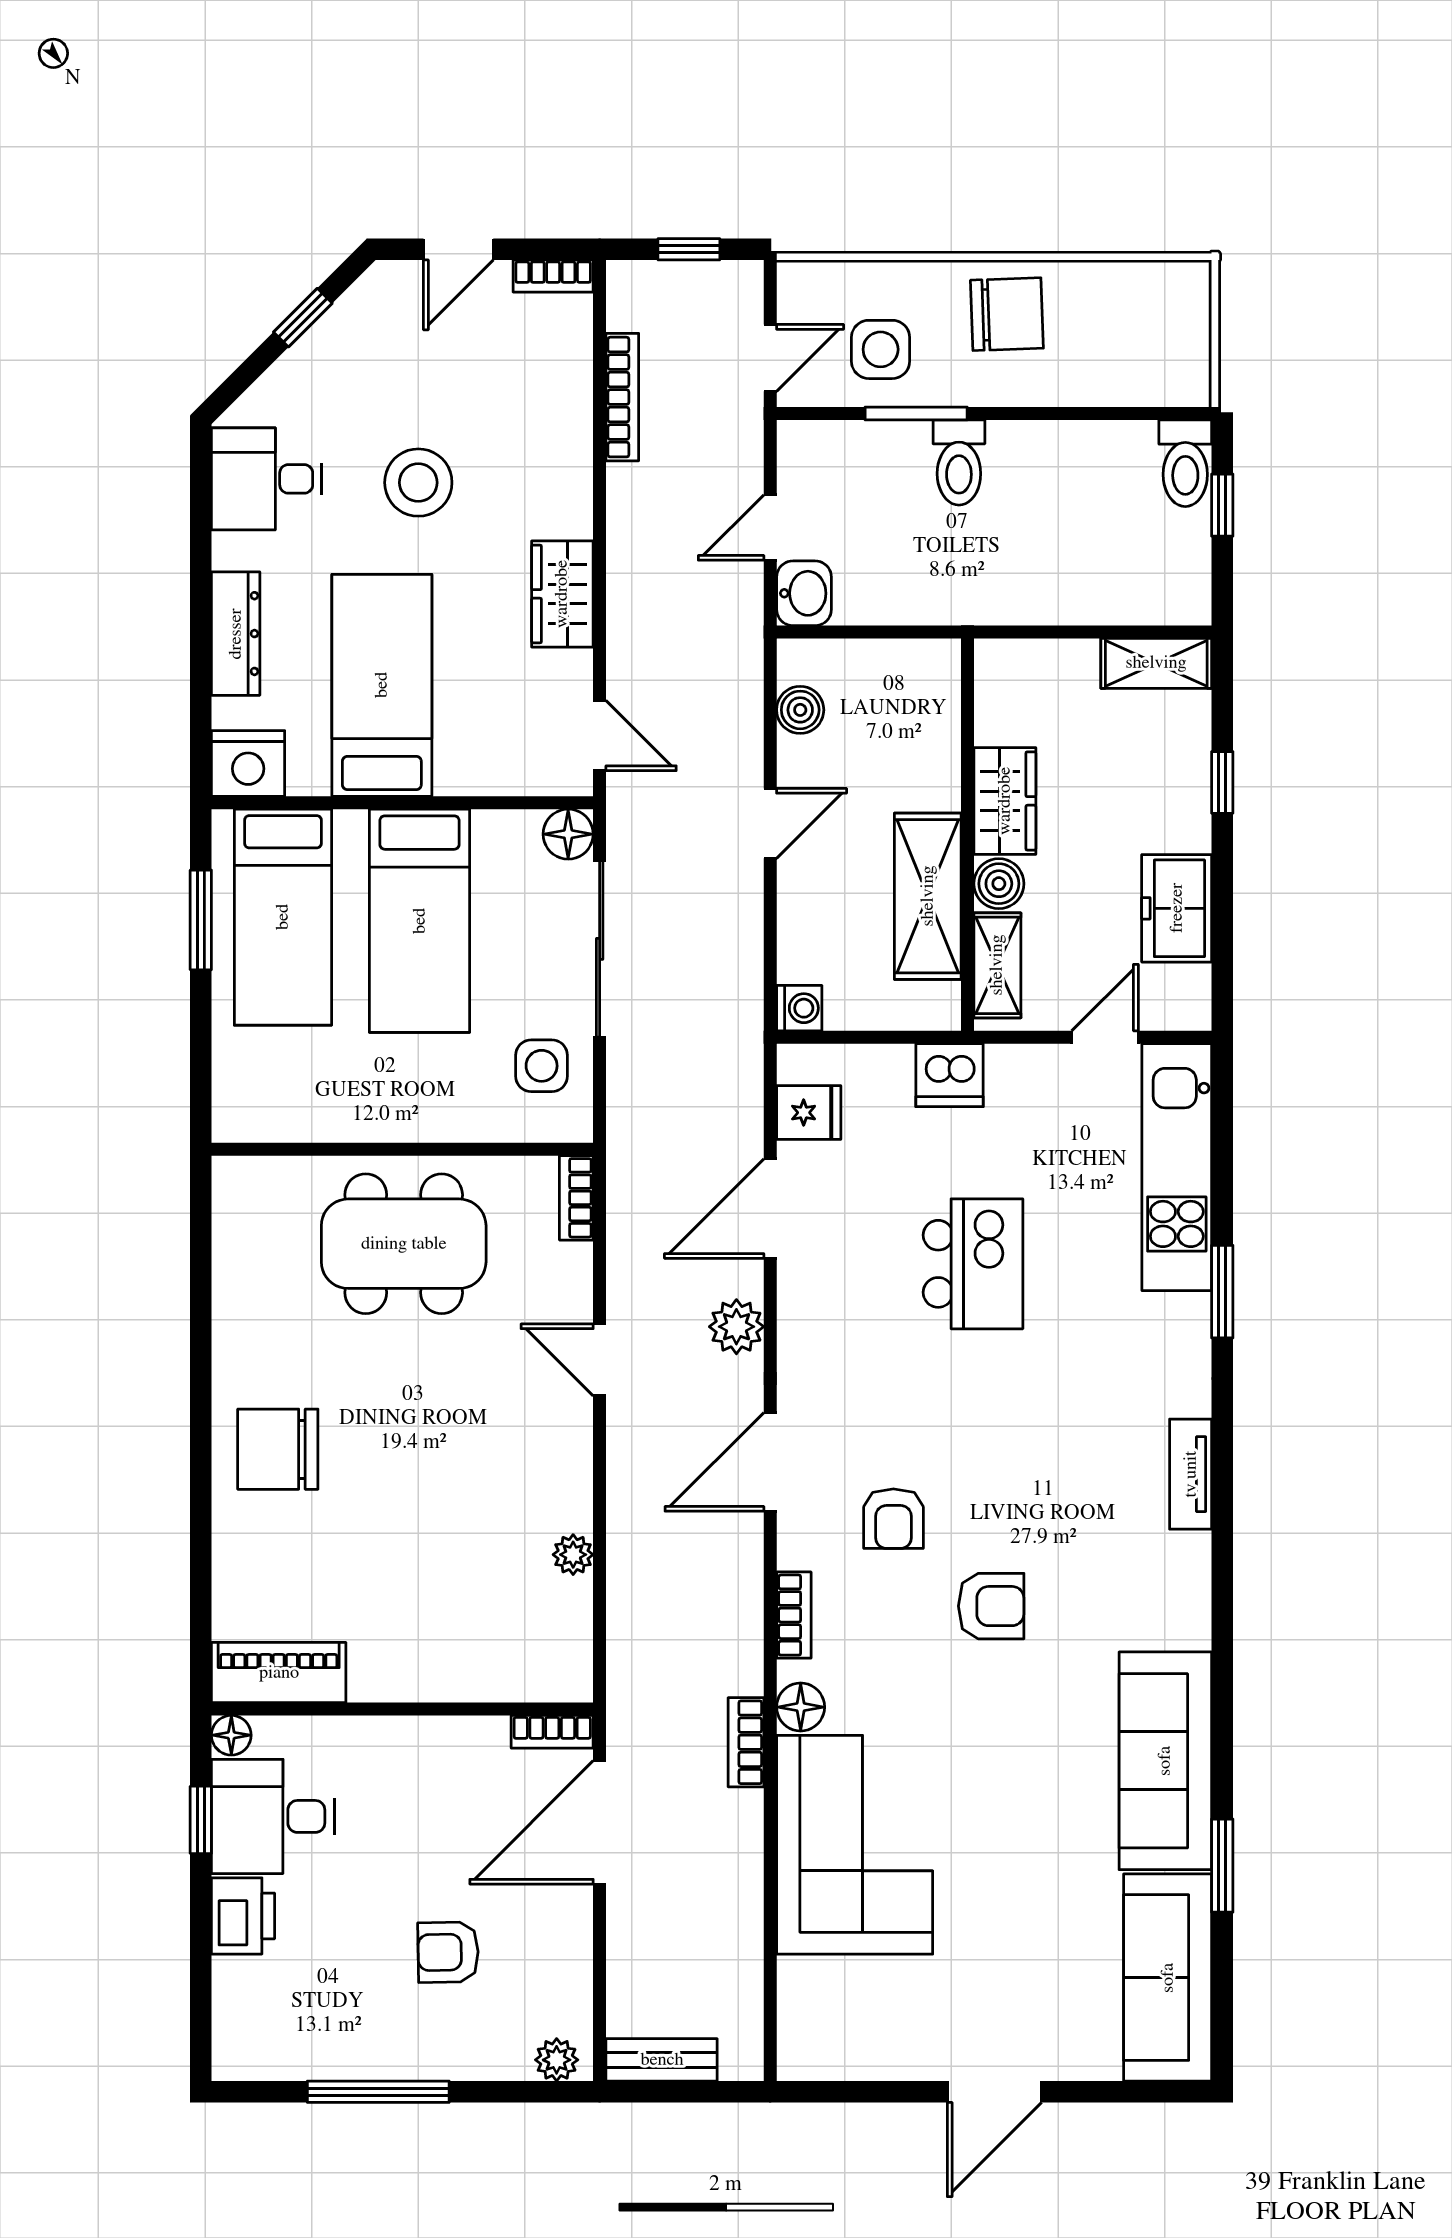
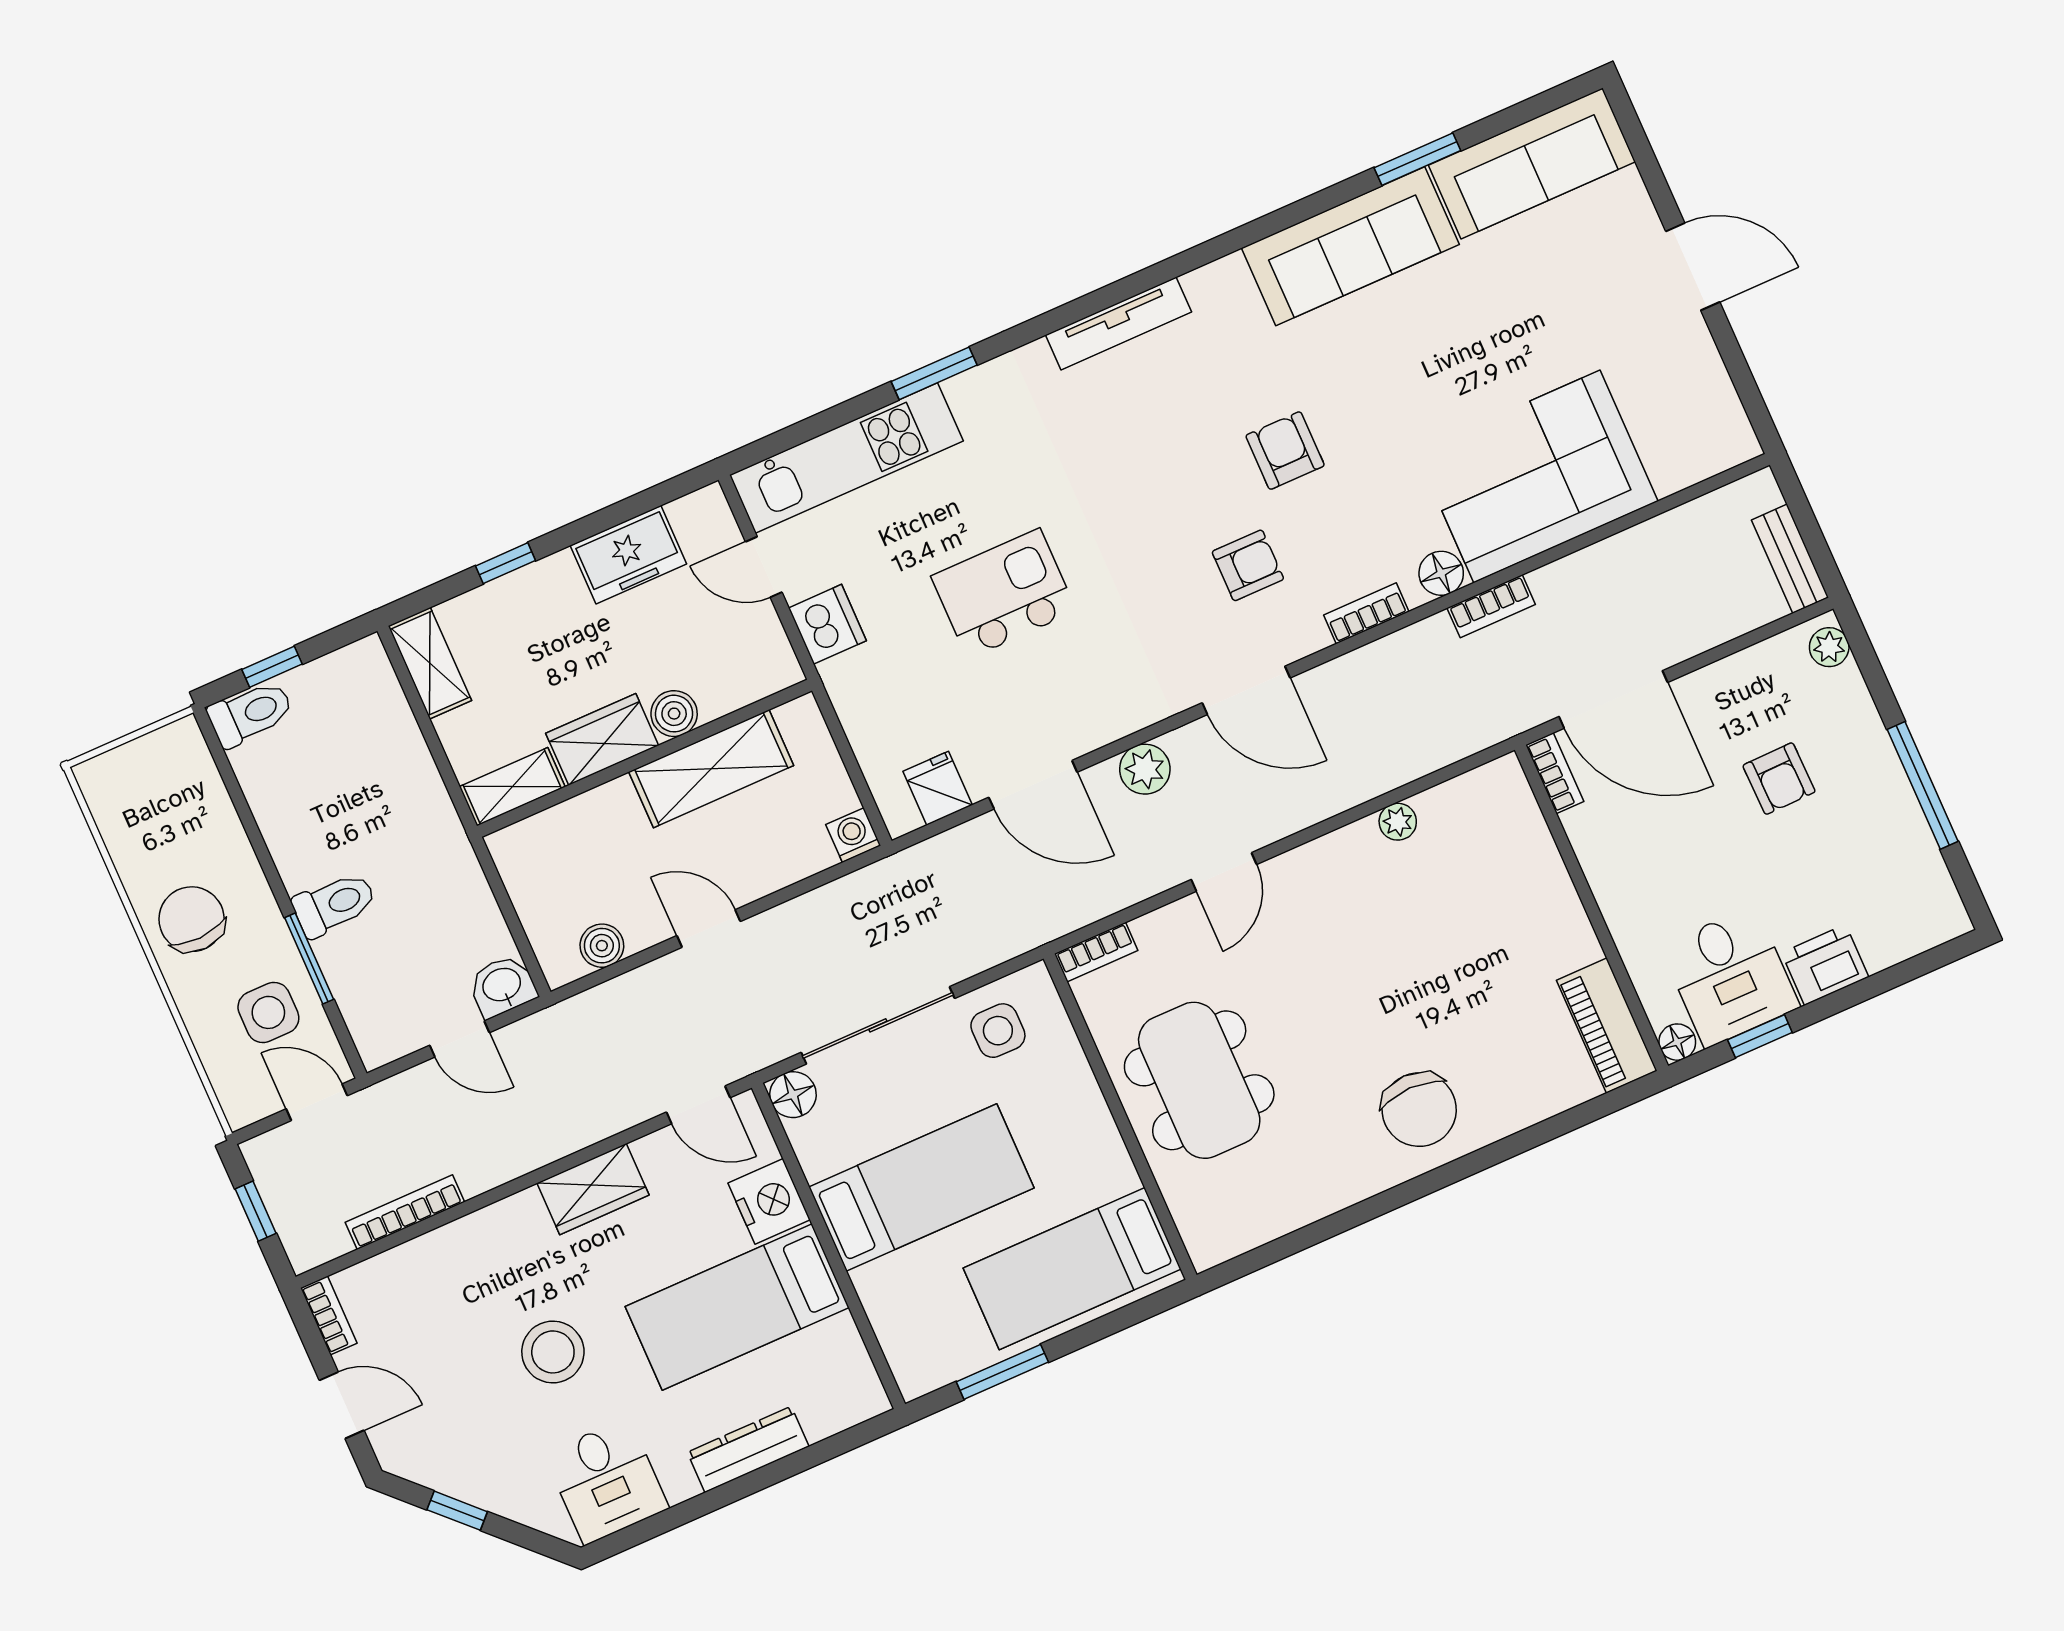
door: (600, 736) -> (698, 1105), swing flipped
nightstand: (248, 763) -> (769, 1201), moved
bed: (283, 917) -> (1072, 1269), moved, turned 180
shelving: (997, 965) -> (512, 787), moved
dishwasher: (949, 1075) -> (827, 624), moved
tv unit: (1191, 1474) -> (1119, 323), width x1.41

